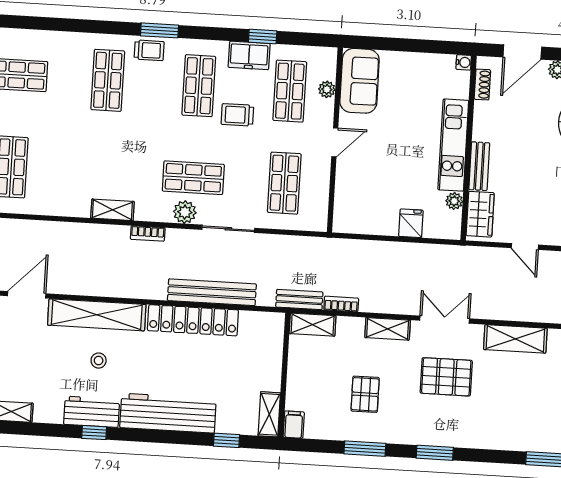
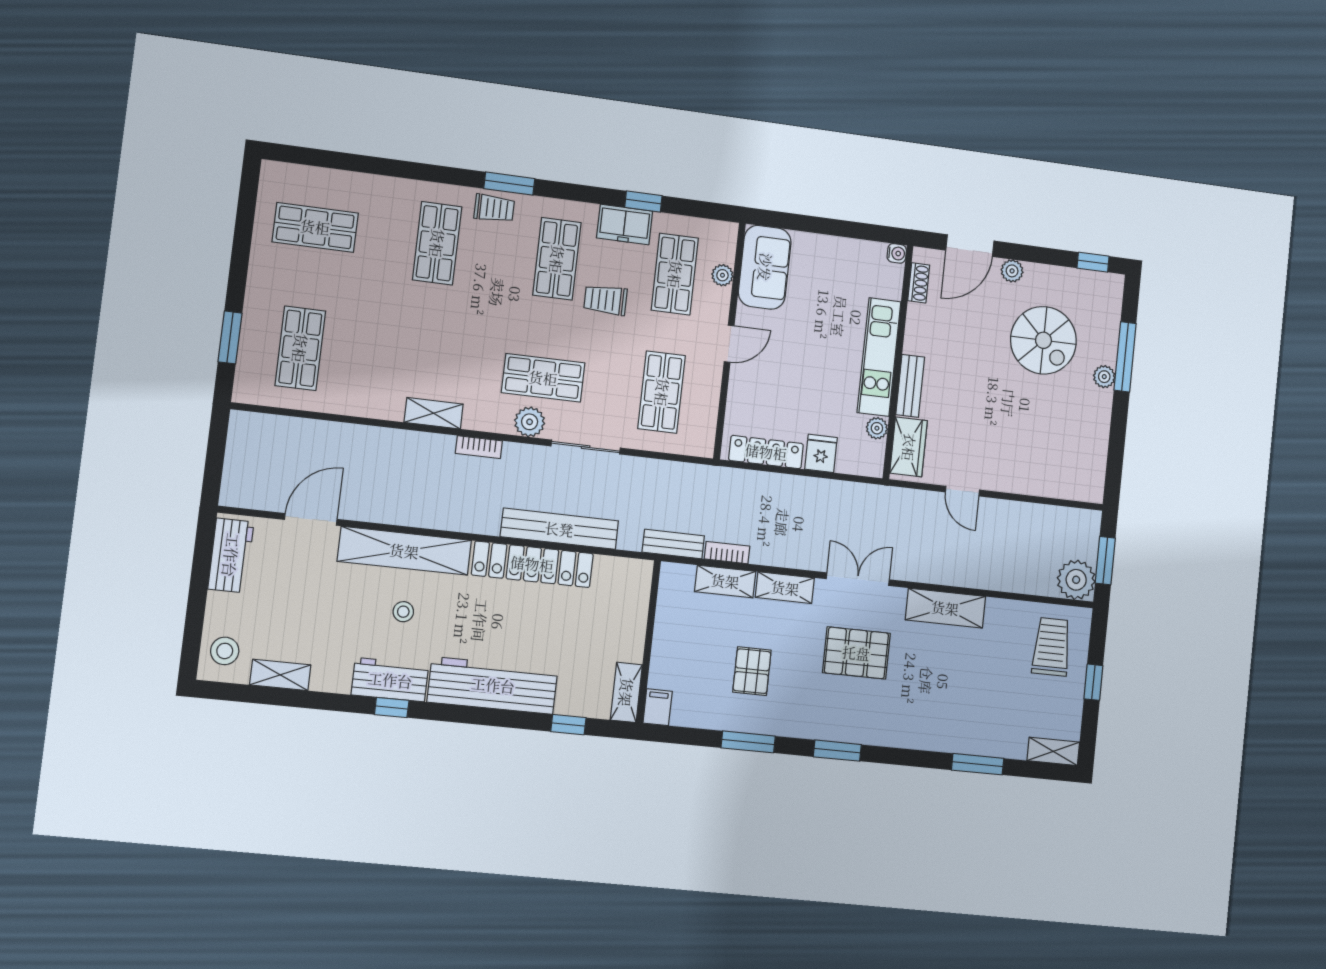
locker: (368, 225) -> (766, 452), added
shelving: (313, 325) -> (725, 581), moved

